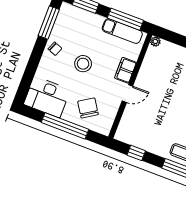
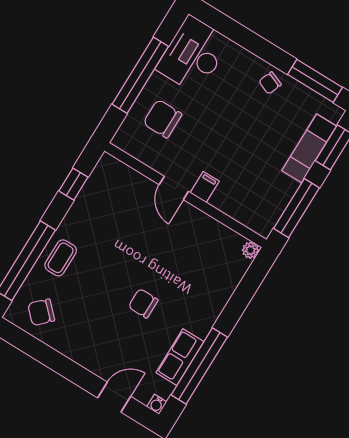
exam couch: (122, 31) -> (309, 148), moved
stool: (83, 64) -> (237, 124), removed
filing cabinet: (125, 70) -> (205, 187), width x0.50
chair: (88, 108) -> (162, 119), turned -147

